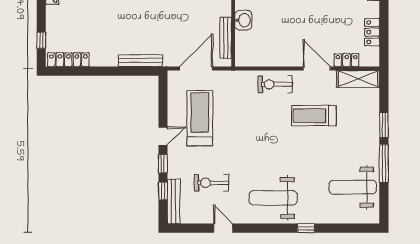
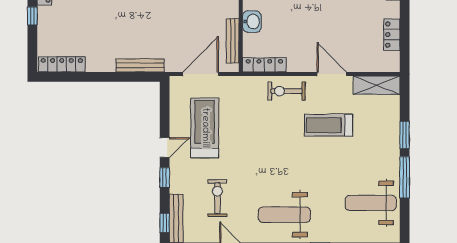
window: (41, 40) -> (32, 16), moved
locker: (347, 60) -> (264, 65), moved, width x1.53
exercise bike: (212, 183) -> (217, 198), turned 90
window: (163, 191) -> (165, 223), moved

